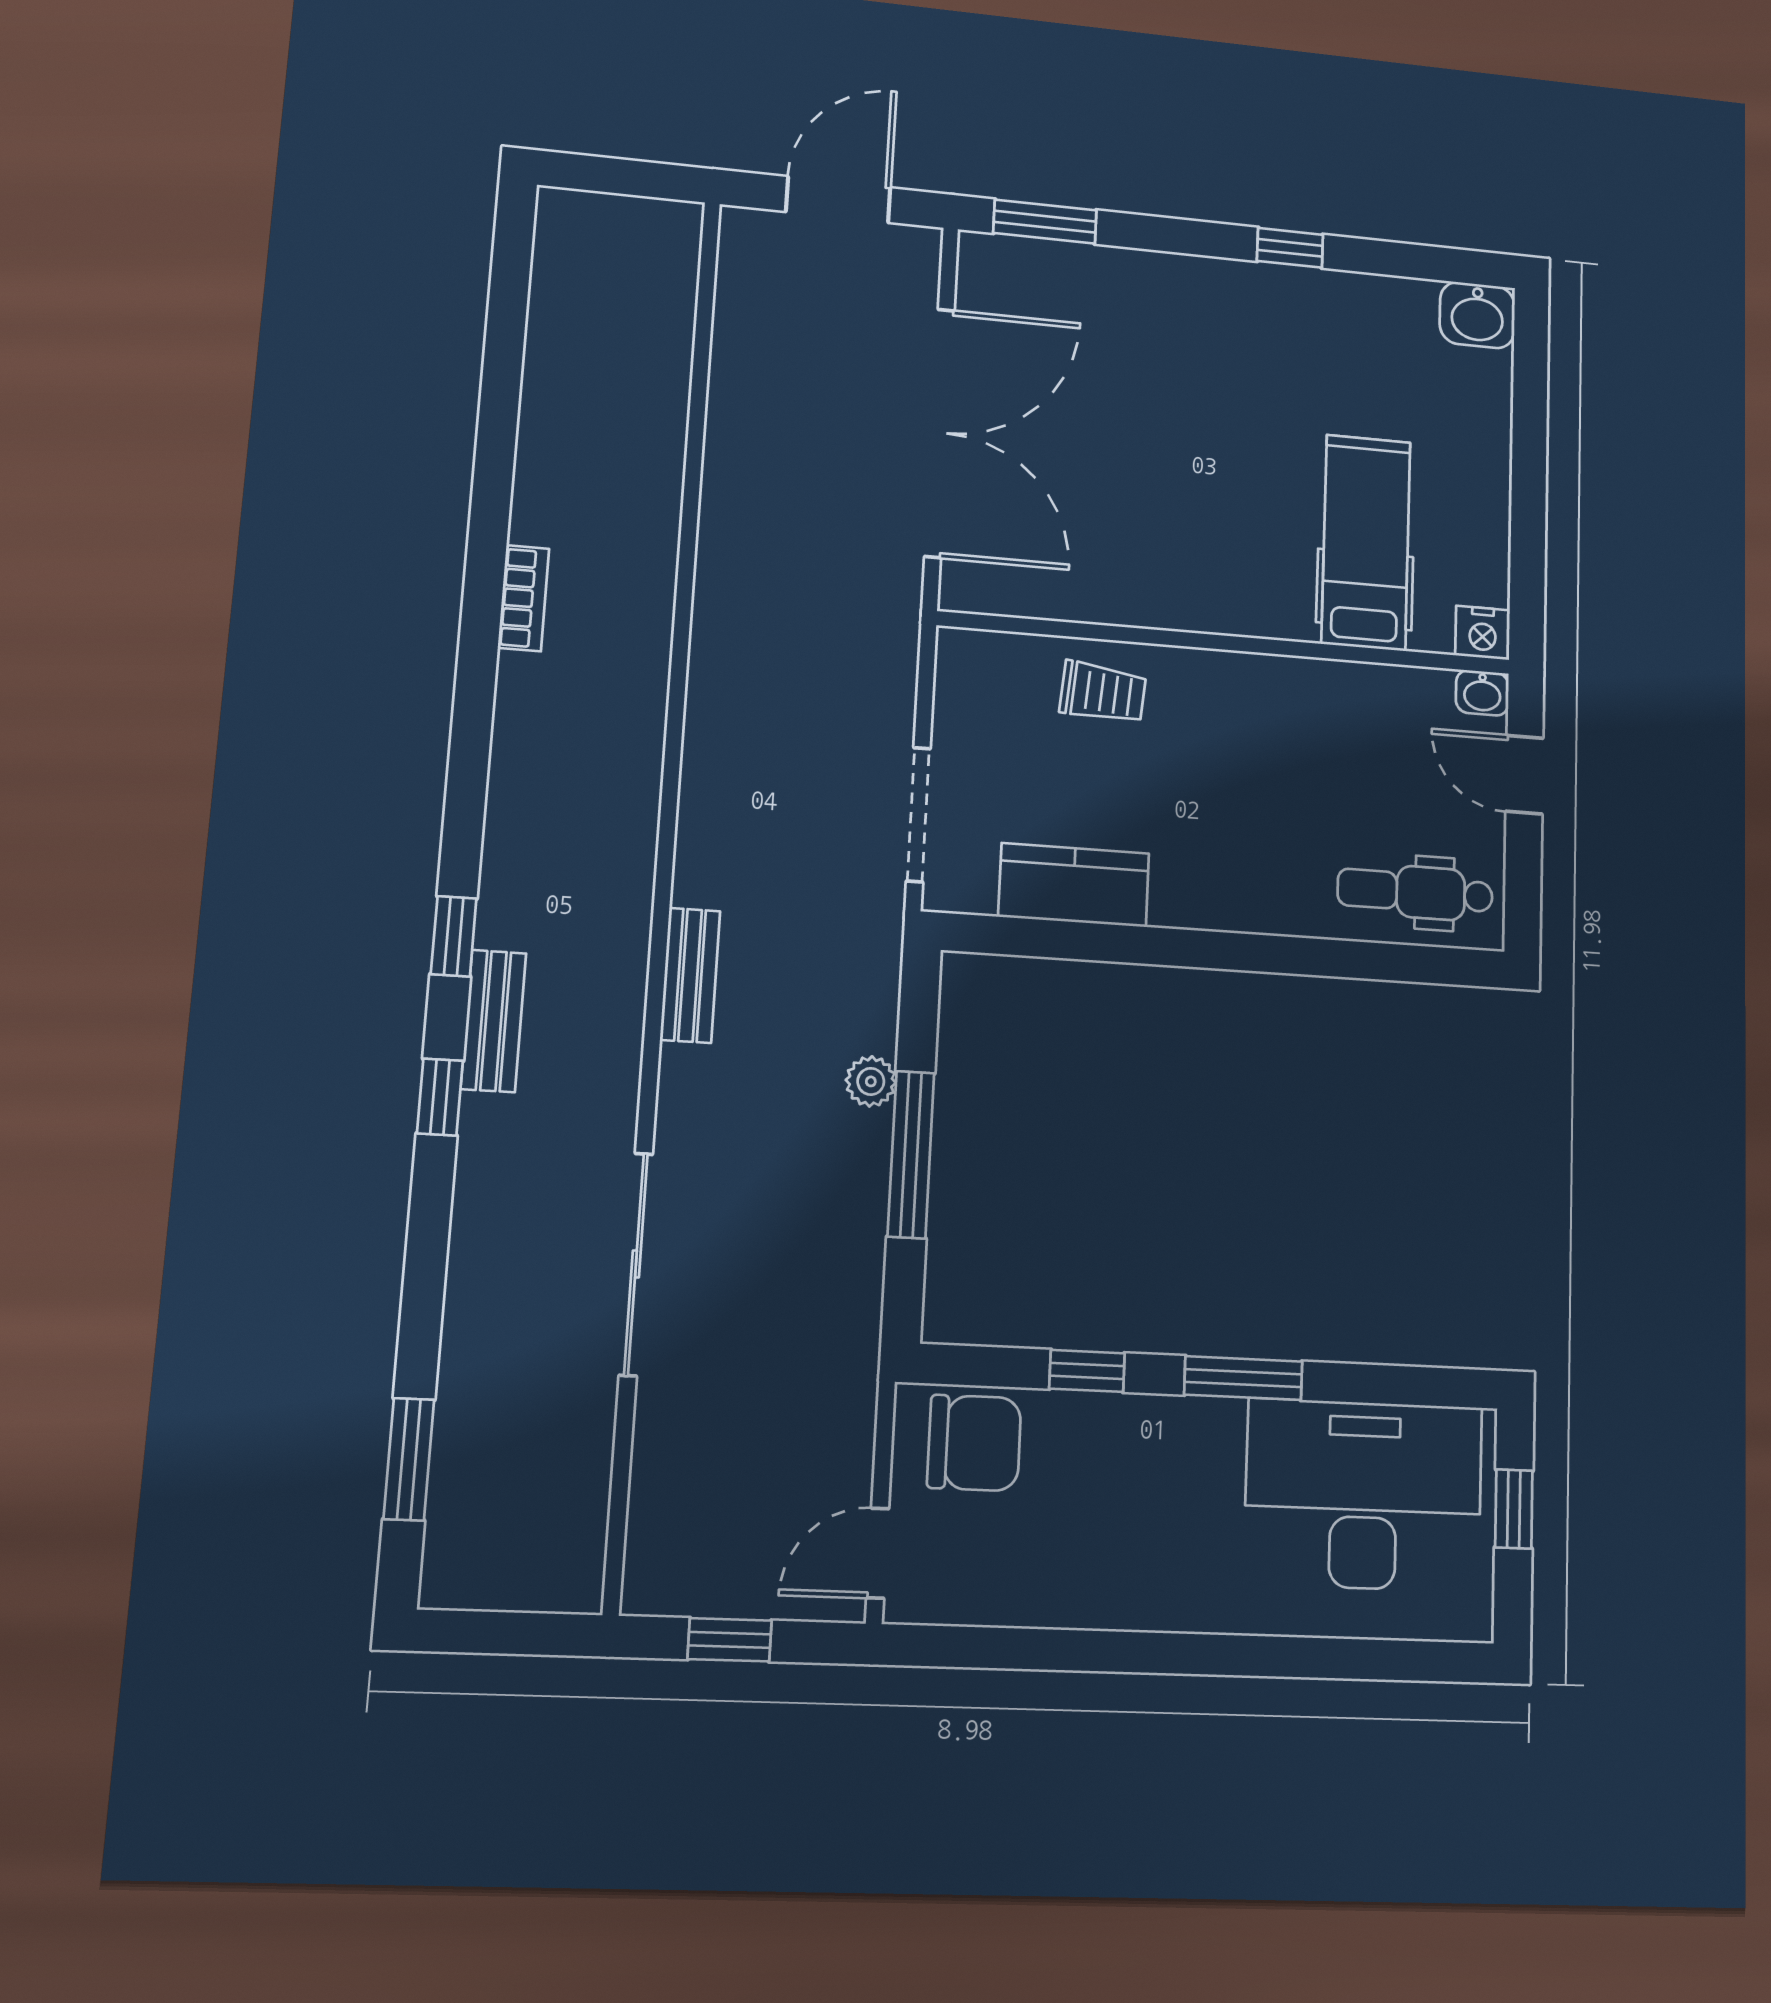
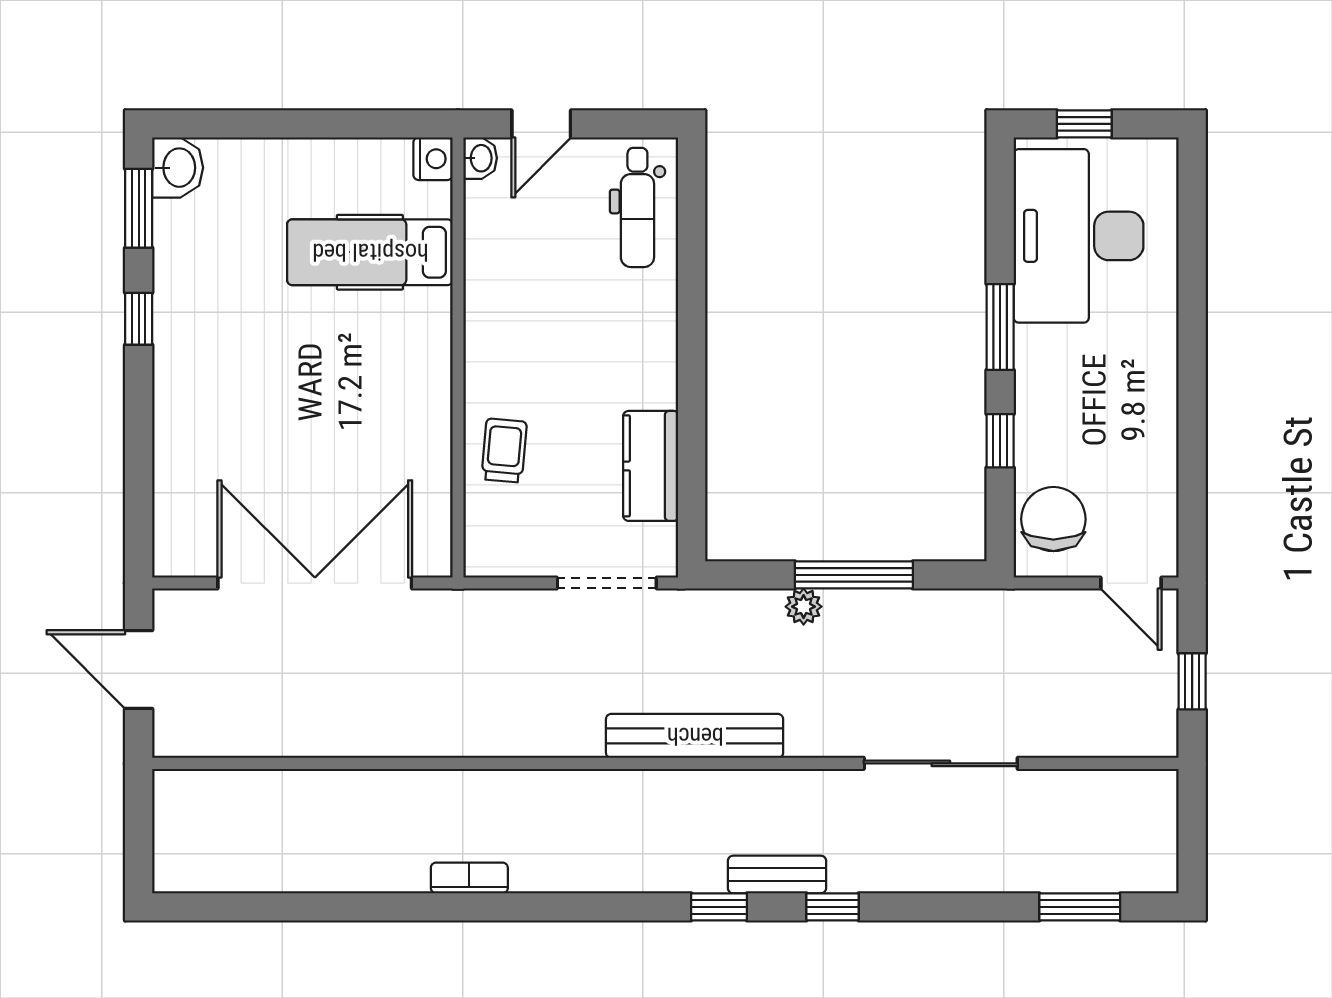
window: (1045, 222) -> (139, 208), moved
bench: (690, 975) -> (695, 736), width x1.86, depth x1.21

